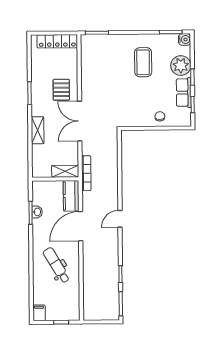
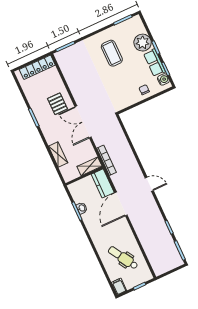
water cooler: (185, 39) -> (163, 79), moved
shelving: (38, 130) -> (58, 154), moved
door: (120, 219) -> (149, 184), swing flipped
dental chair: (56, 265) -> (123, 258), moved

